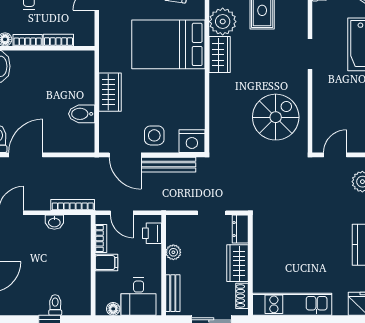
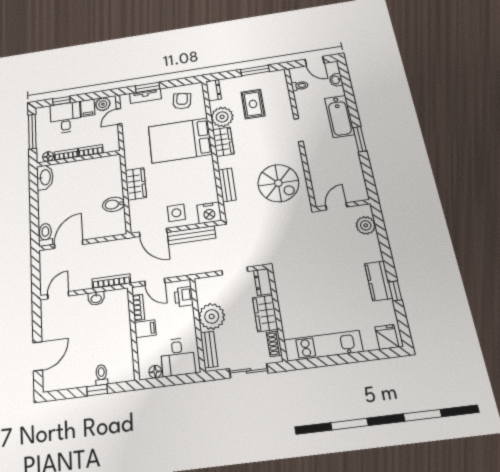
bench: (217, 110) -> (227, 185), added
spiral stairs: (276, 117) -> (278, 183), turned 90
plant: (173, 252) -> (212, 316), width x1.88, depth x1.88

